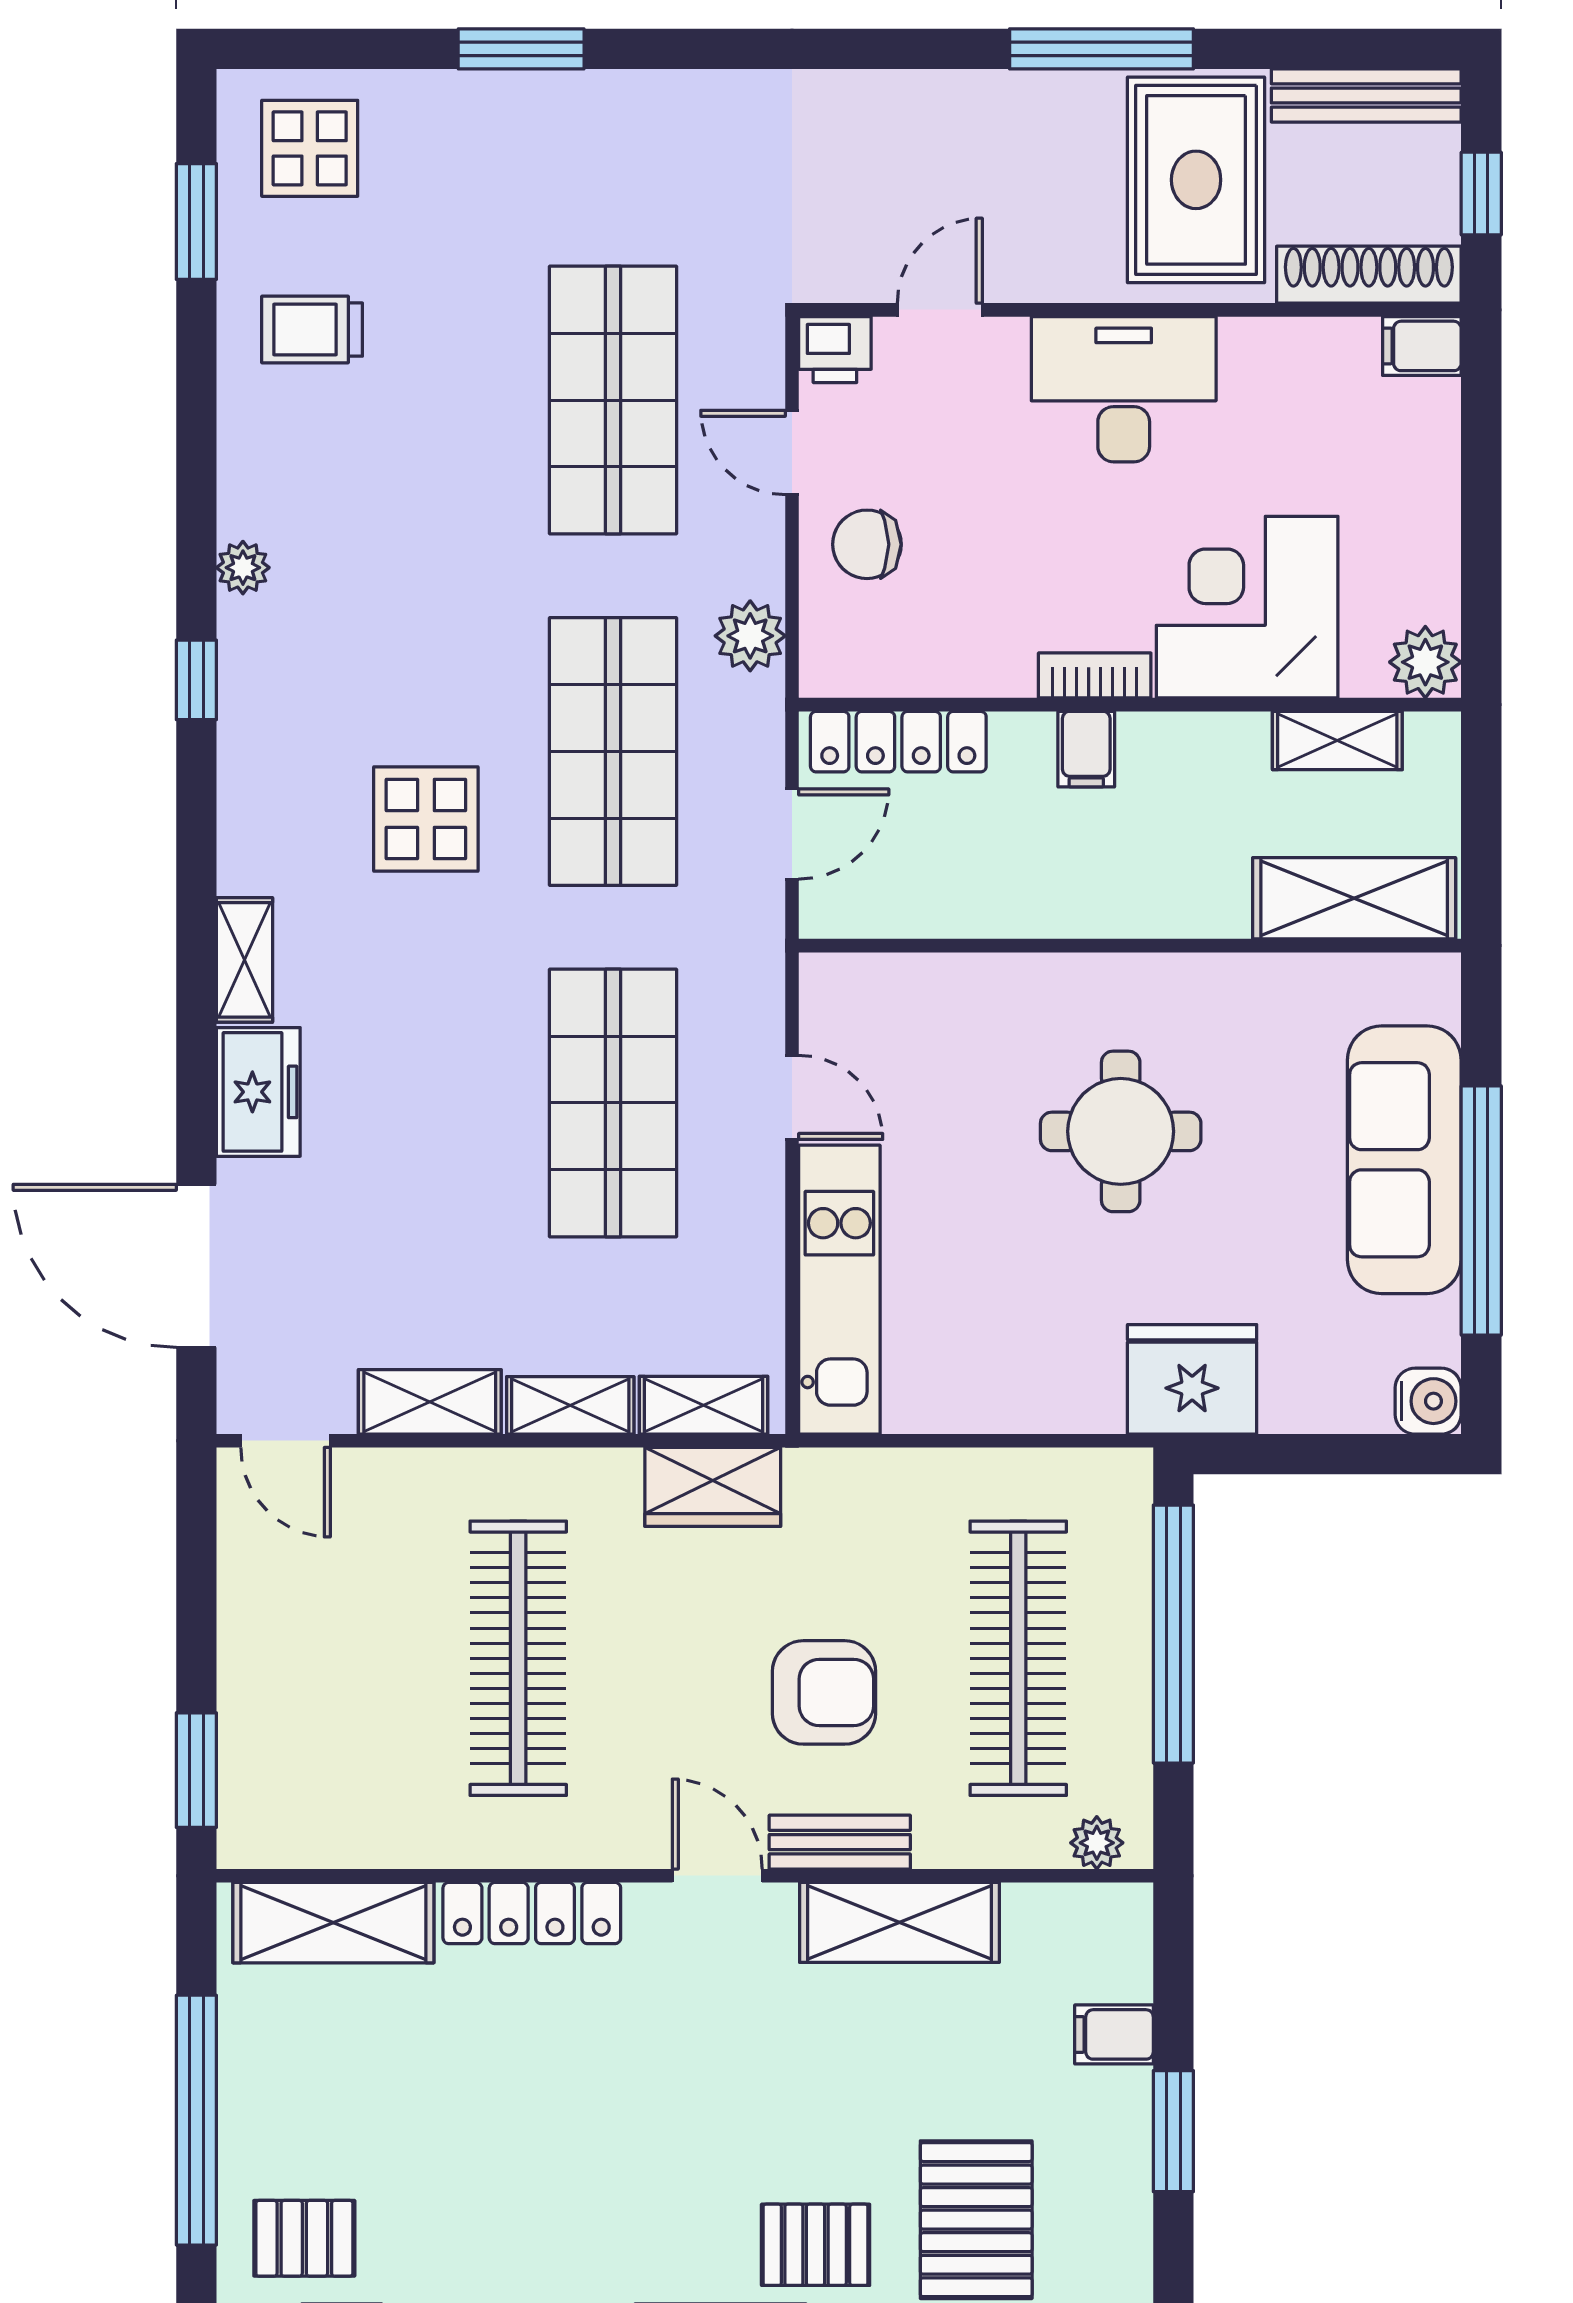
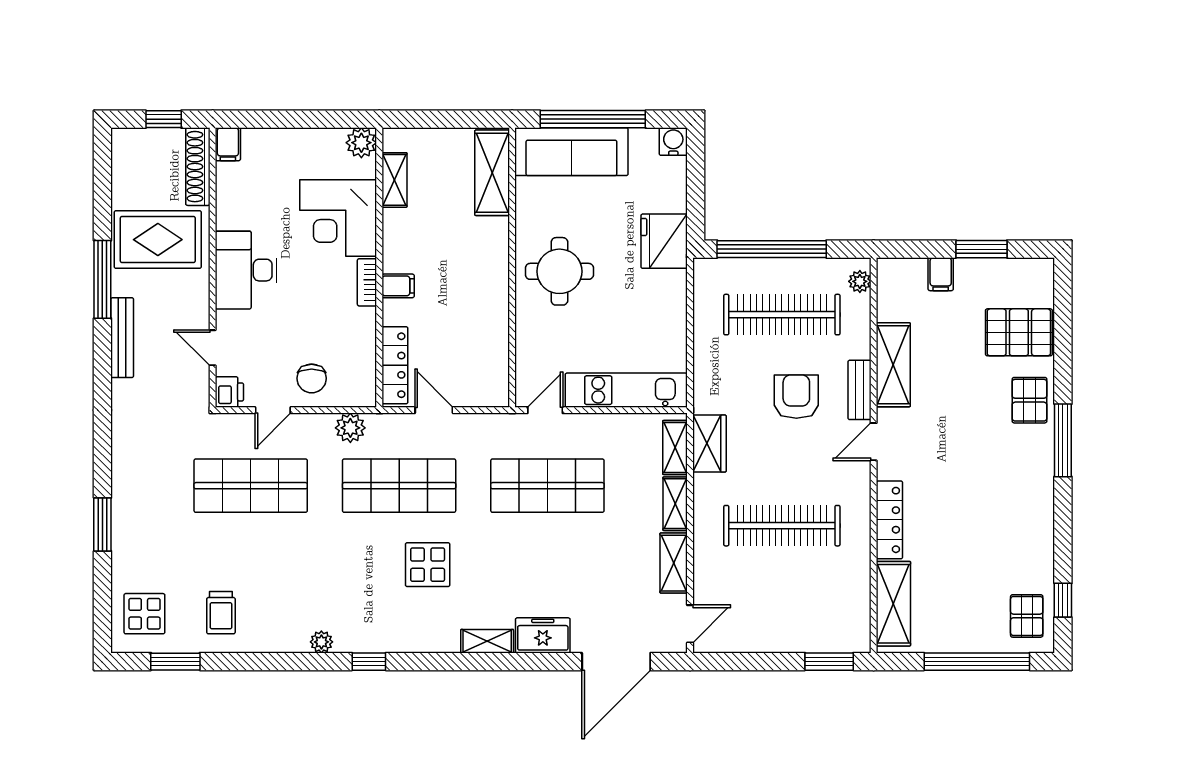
bench: (1366, 96) -> (122, 338), moved
shelving: (1354, 898) -> (492, 173), moved
wall: (1130, 946) -> (512, 267), moved

